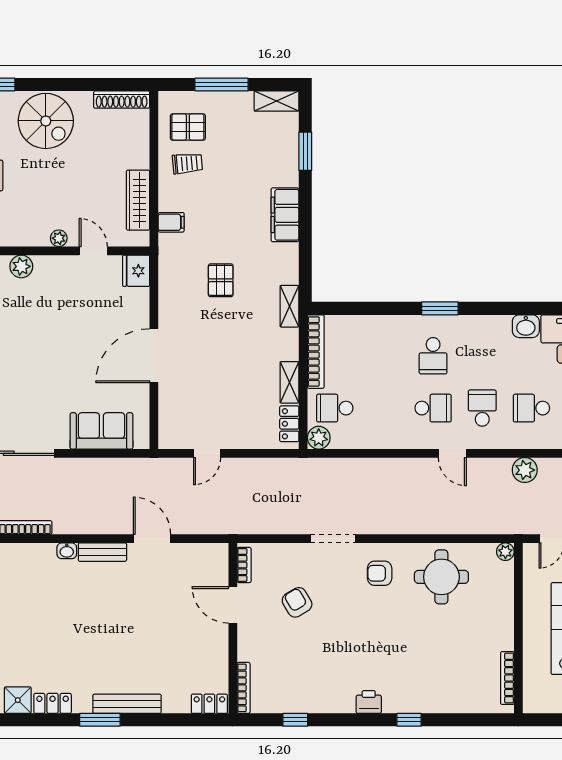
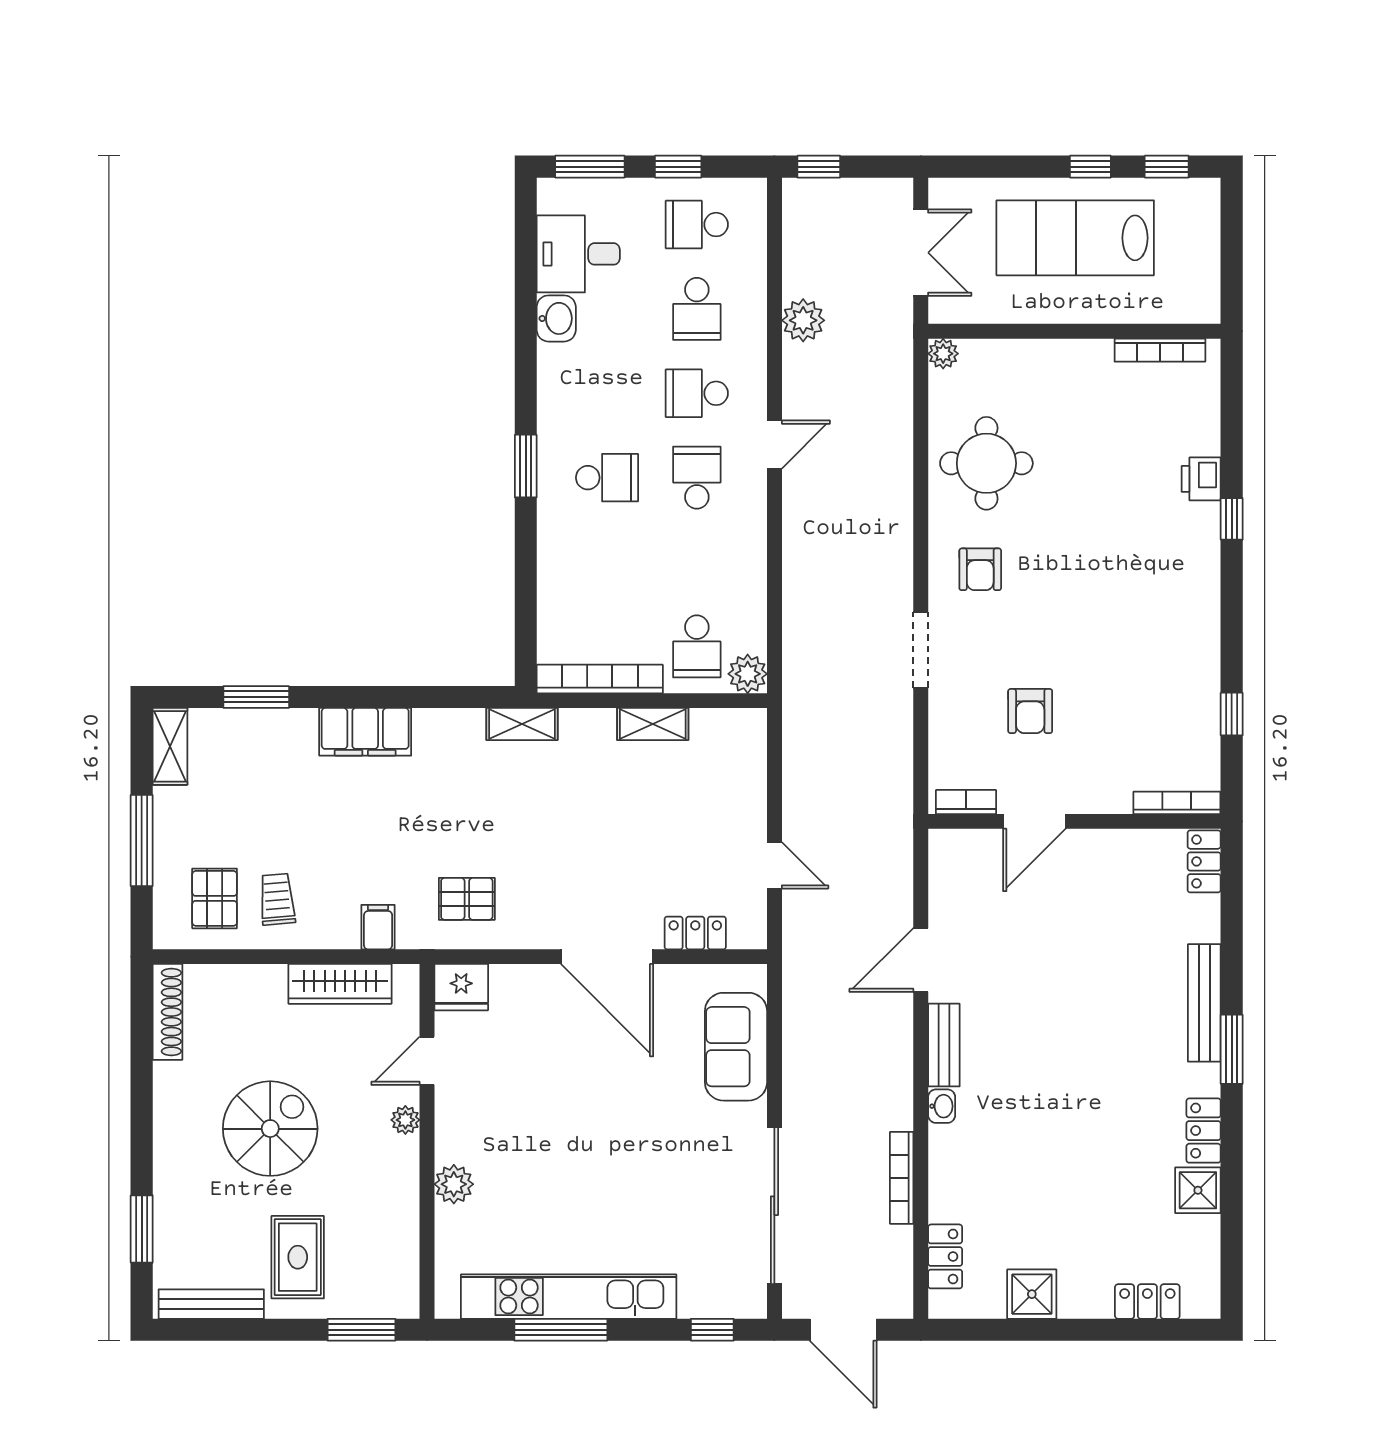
spiral stairs: (46, 121) -> (270, 1129), moved
pallet: (221, 280) -> (467, 899), moved
locker: (289, 424) -> (695, 933), moved, turned 180
armchair: (297, 602) -> (1030, 711), turned -59
printer: (369, 702) -> (1201, 479), moved

